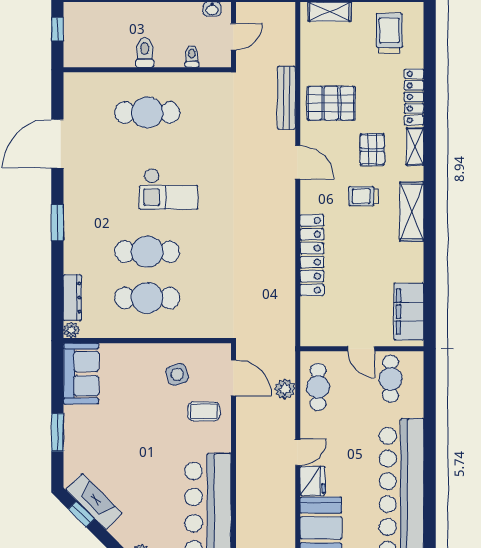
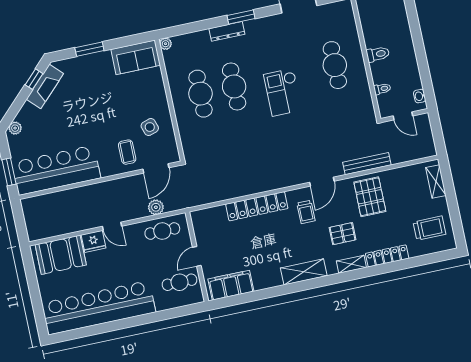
trolley: (363, 196) -> (306, 212), moved, turned 180
dresser: (72, 298) -> (227, 31), moved

